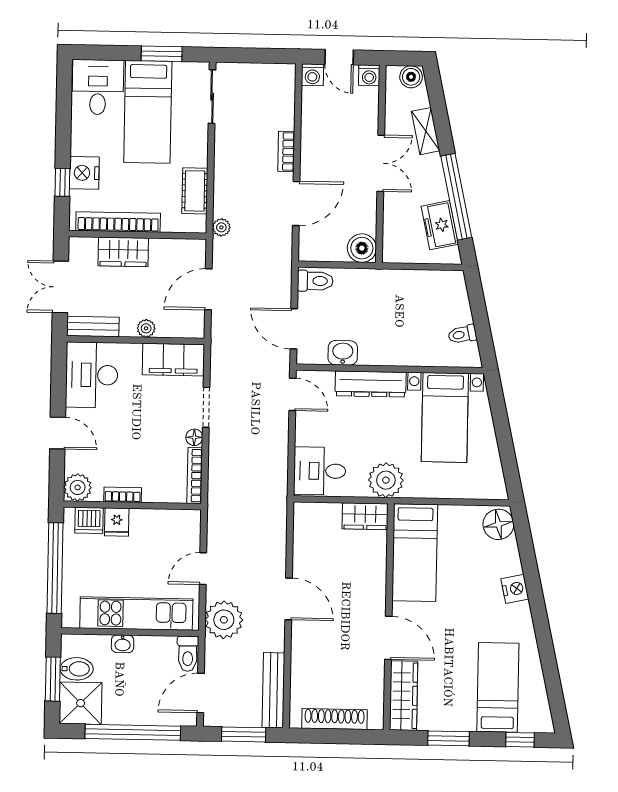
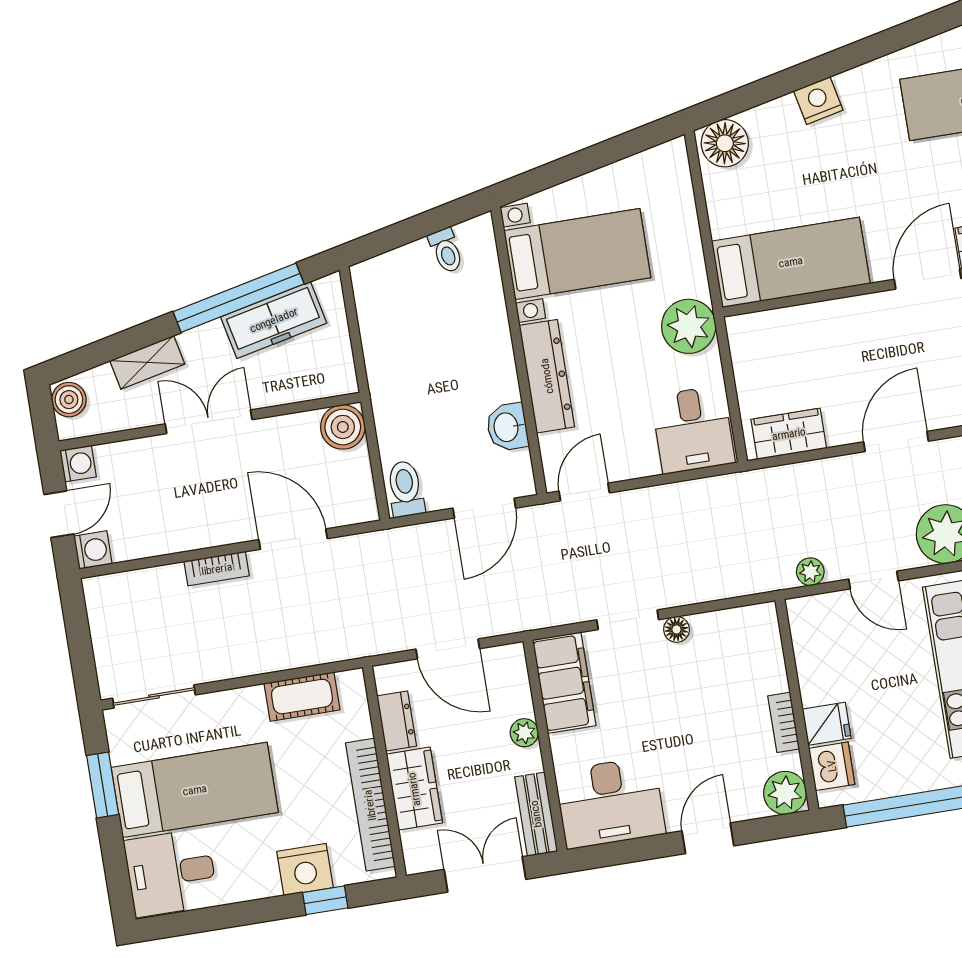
freezer: (440, 225) -> (274, 320), width x1.40
plant: (221, 227) -> (810, 572), moved
dresser: (168, 248) -> (397, 721), added
double door: (60, 287) -> (485, 874), swing flipped
bookcase: (195, 476) -> (735, 618), removed
wardrobe: (365, 516) -> (789, 434), moved, turned -90

